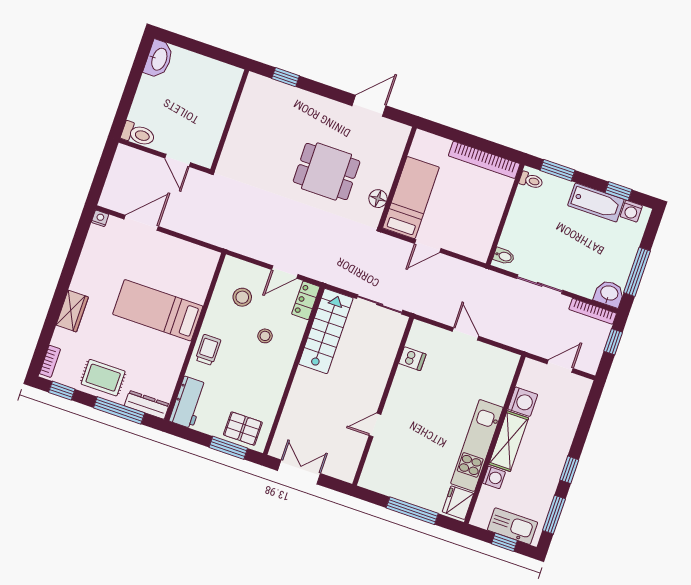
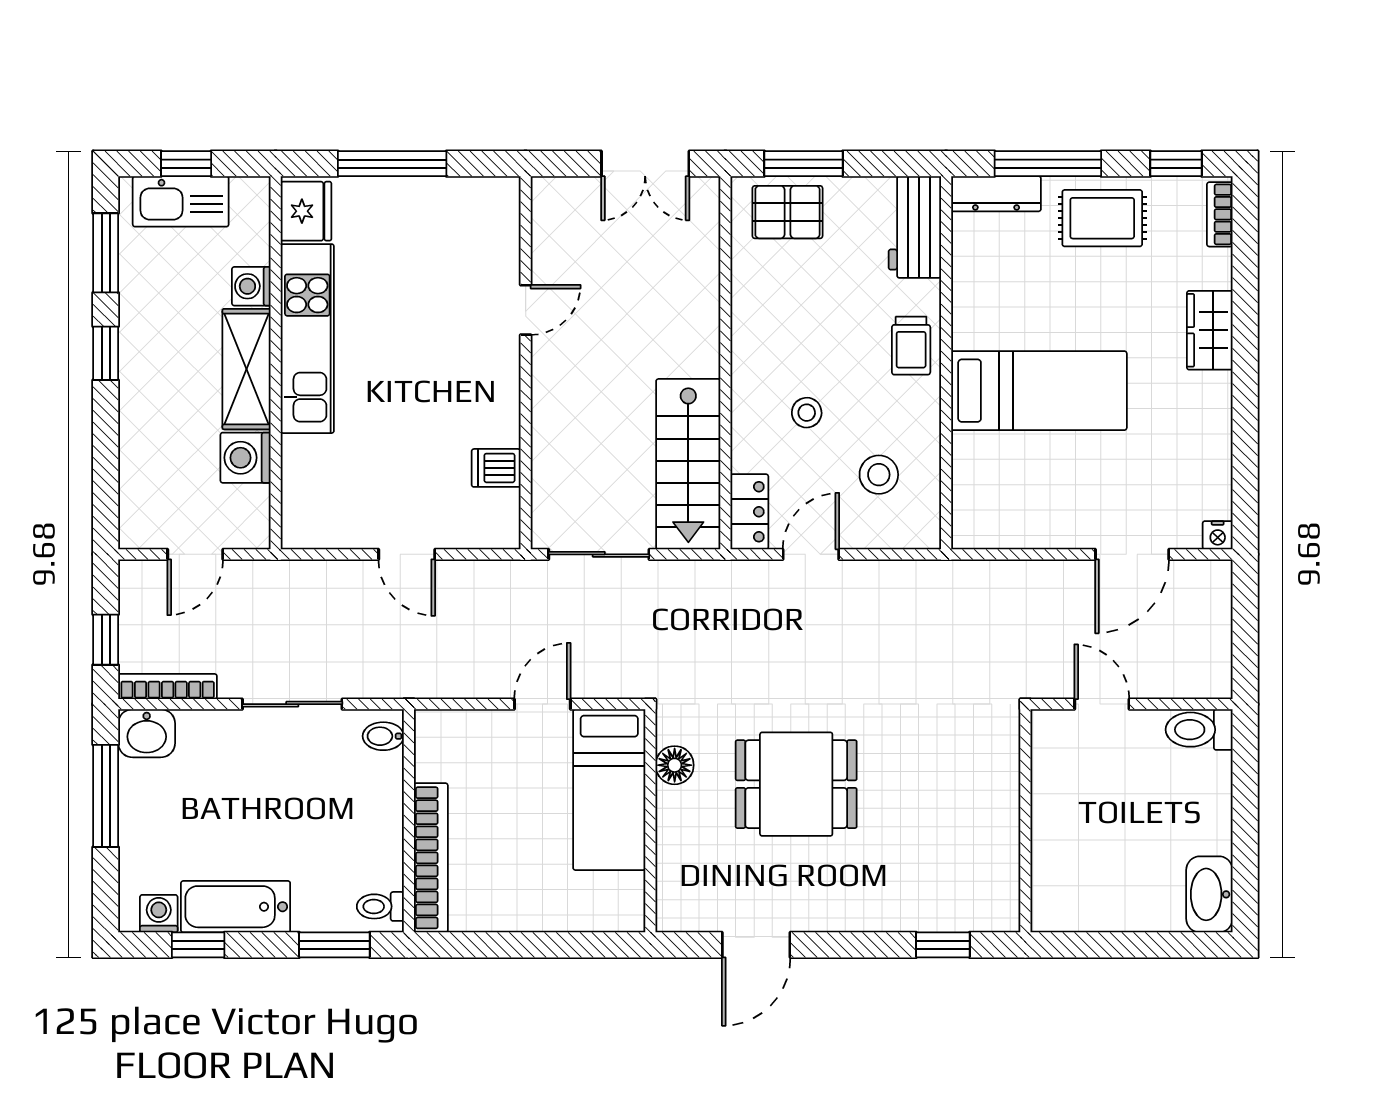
bookcase: (484, 160) -> (431, 858), moved, turned 90

